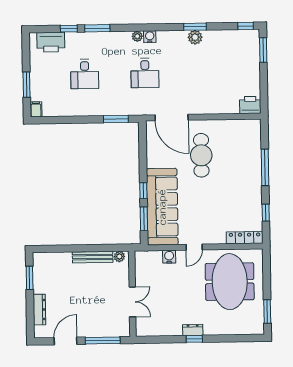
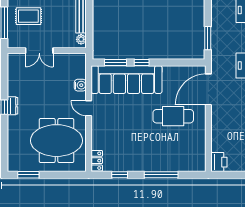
locker: (245, 238) -> (97, 161), width x0.66
rug: (95, 314) -> (28, 16), added

